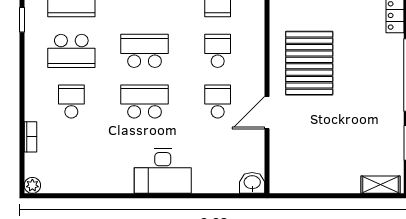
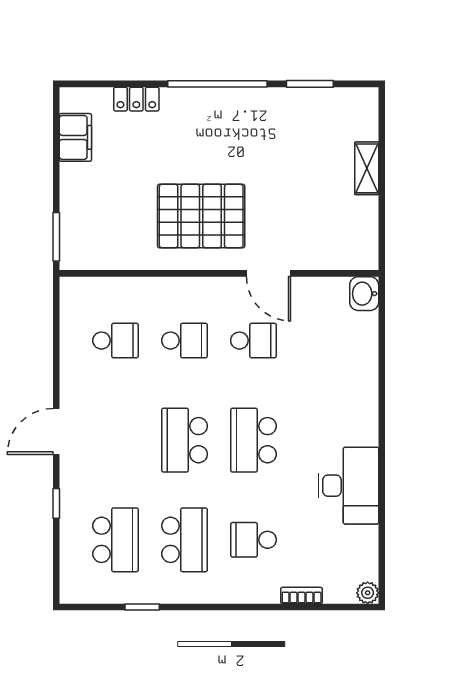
school desk: (218, 51) -> (185, 341), turned 180
school desk: (218, 102) -> (253, 341), turned 180
desk: (163, 171) -> (348, 486), moved
shelving: (381, 185) -> (367, 168), moved

